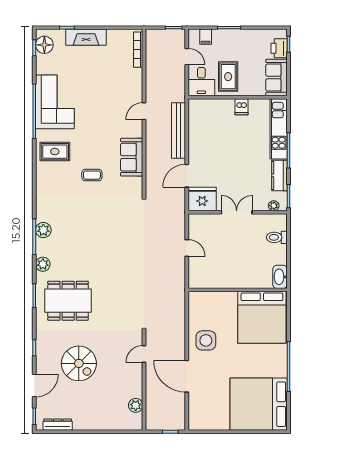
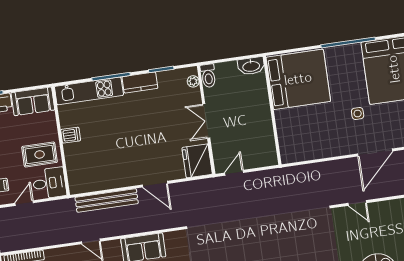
fridge: (202, 199) -> (197, 161), moved
plant: (274, 206) -> (193, 81), moved
double door: (237, 212) -> (206, 121), moved
wall: (238, 212) -> (206, 120), moved
side table: (206, 340) -> (358, 113), moved, width x0.54, depth x0.54

